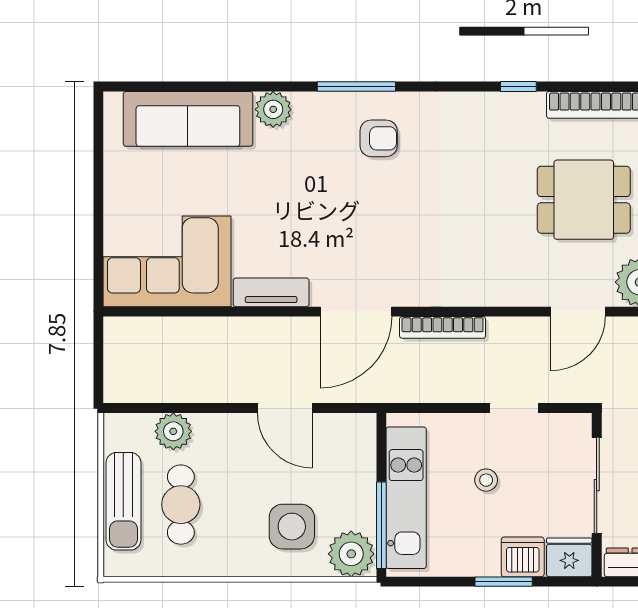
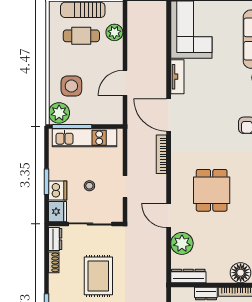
dining table: (584, 200) -> (212, 190), moved
stool: (486, 480) -> (89, 186), moved

